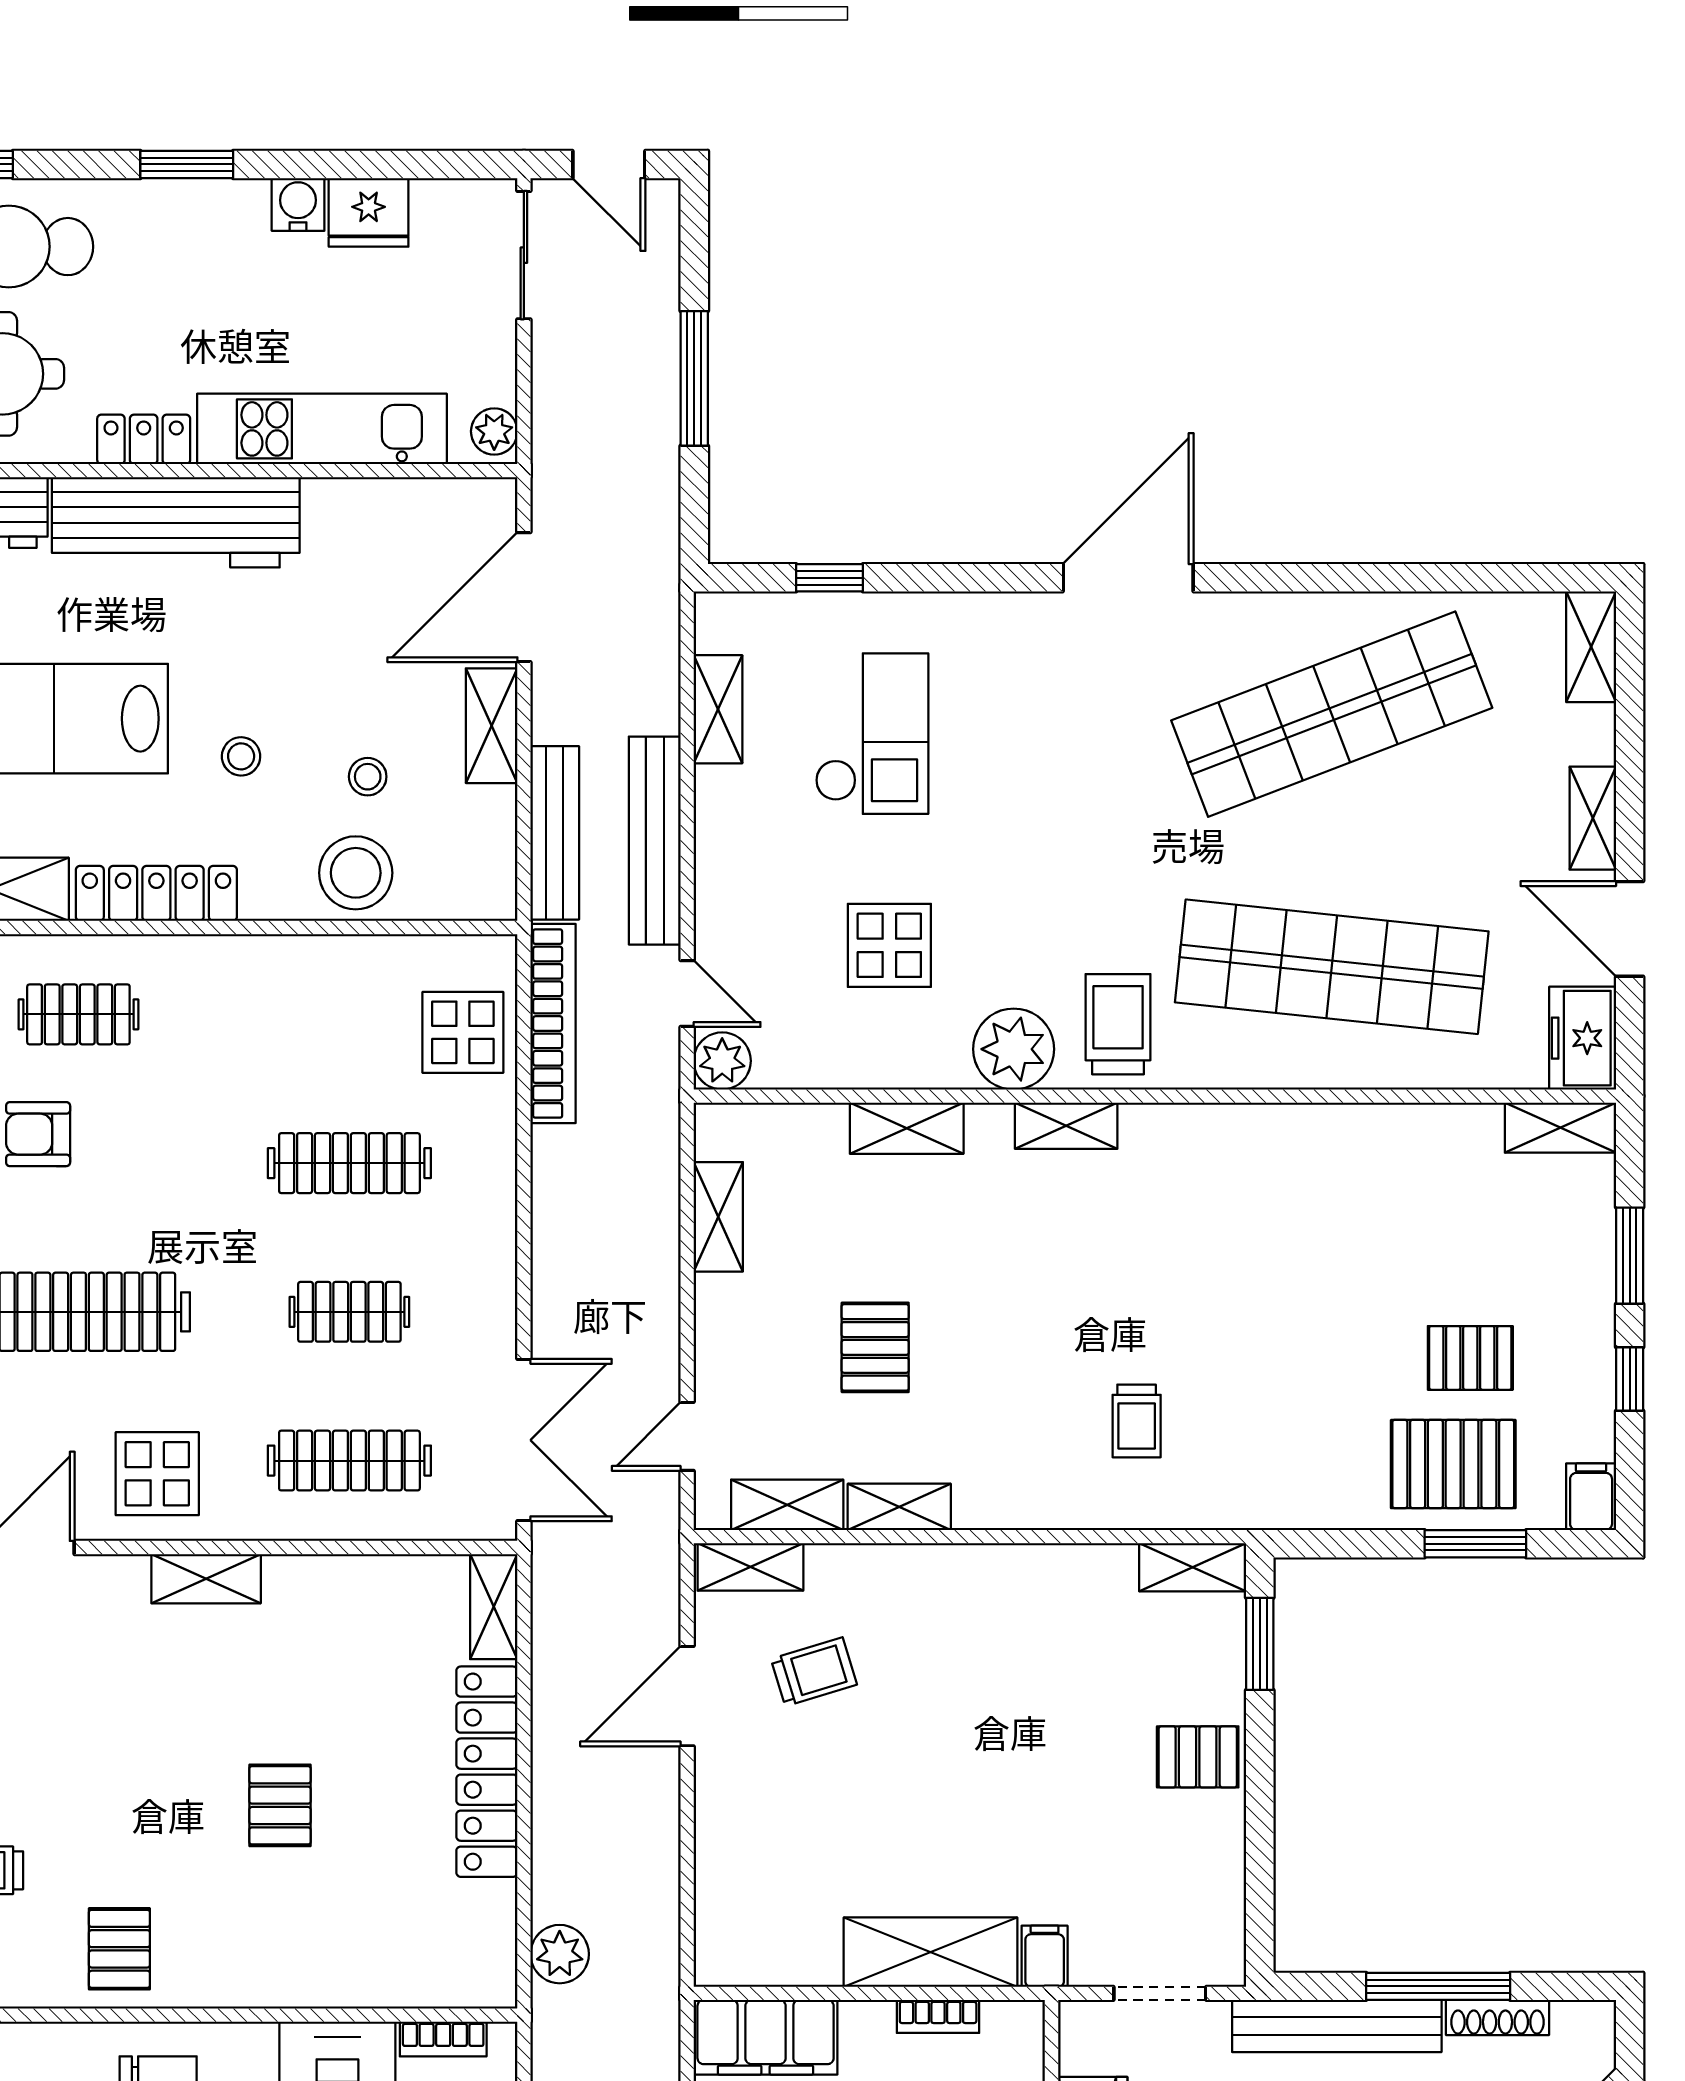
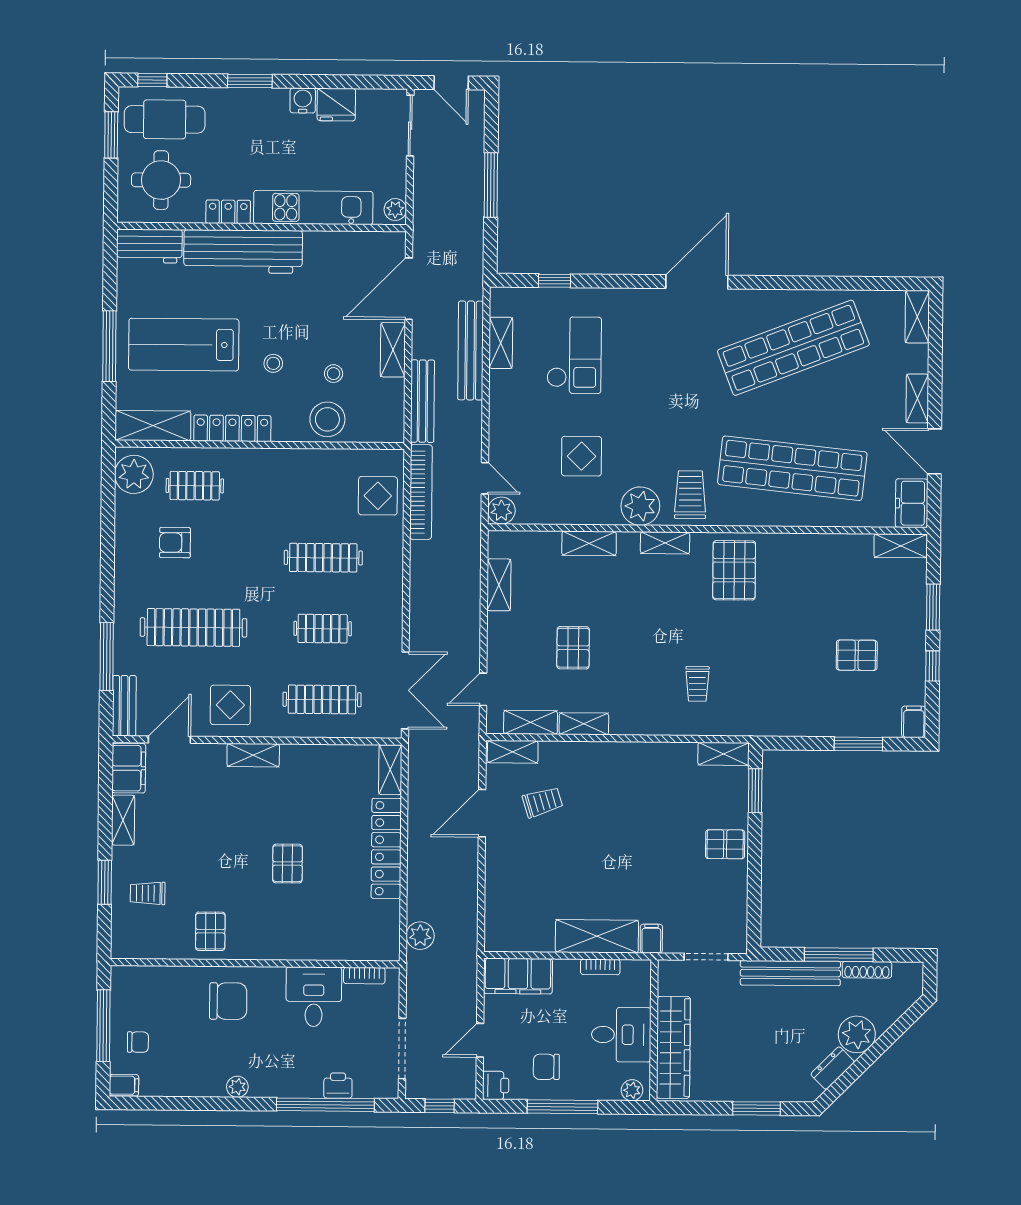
bench: (655, 841) -> (471, 350), moved
pallet: (1453, 1464) -> (734, 570), moved, turned 90

